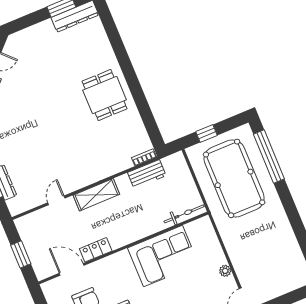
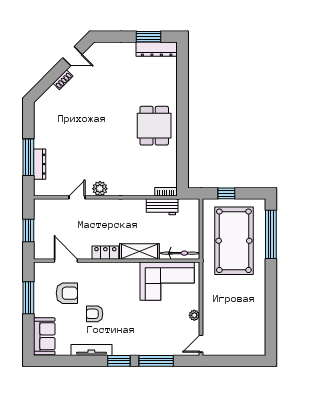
plant: (76, 182) -> (100, 189), added
shelving: (96, 195) -> (139, 251), moved
locker: (96, 250) -> (105, 253), moved
corner sofa: (163, 256) -> (167, 281), moved

